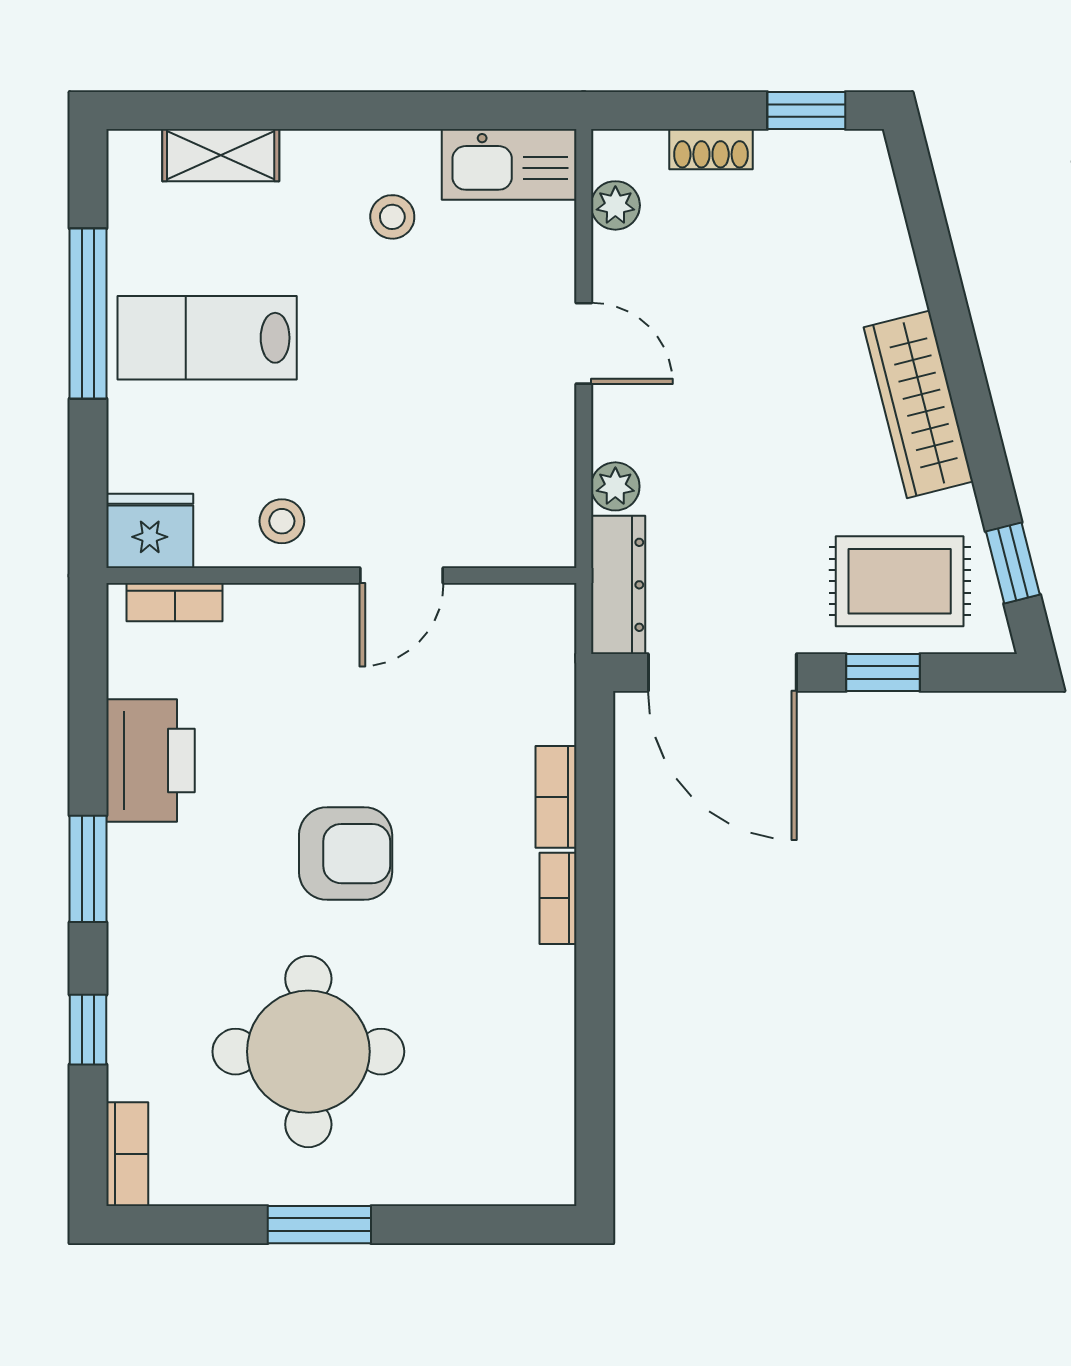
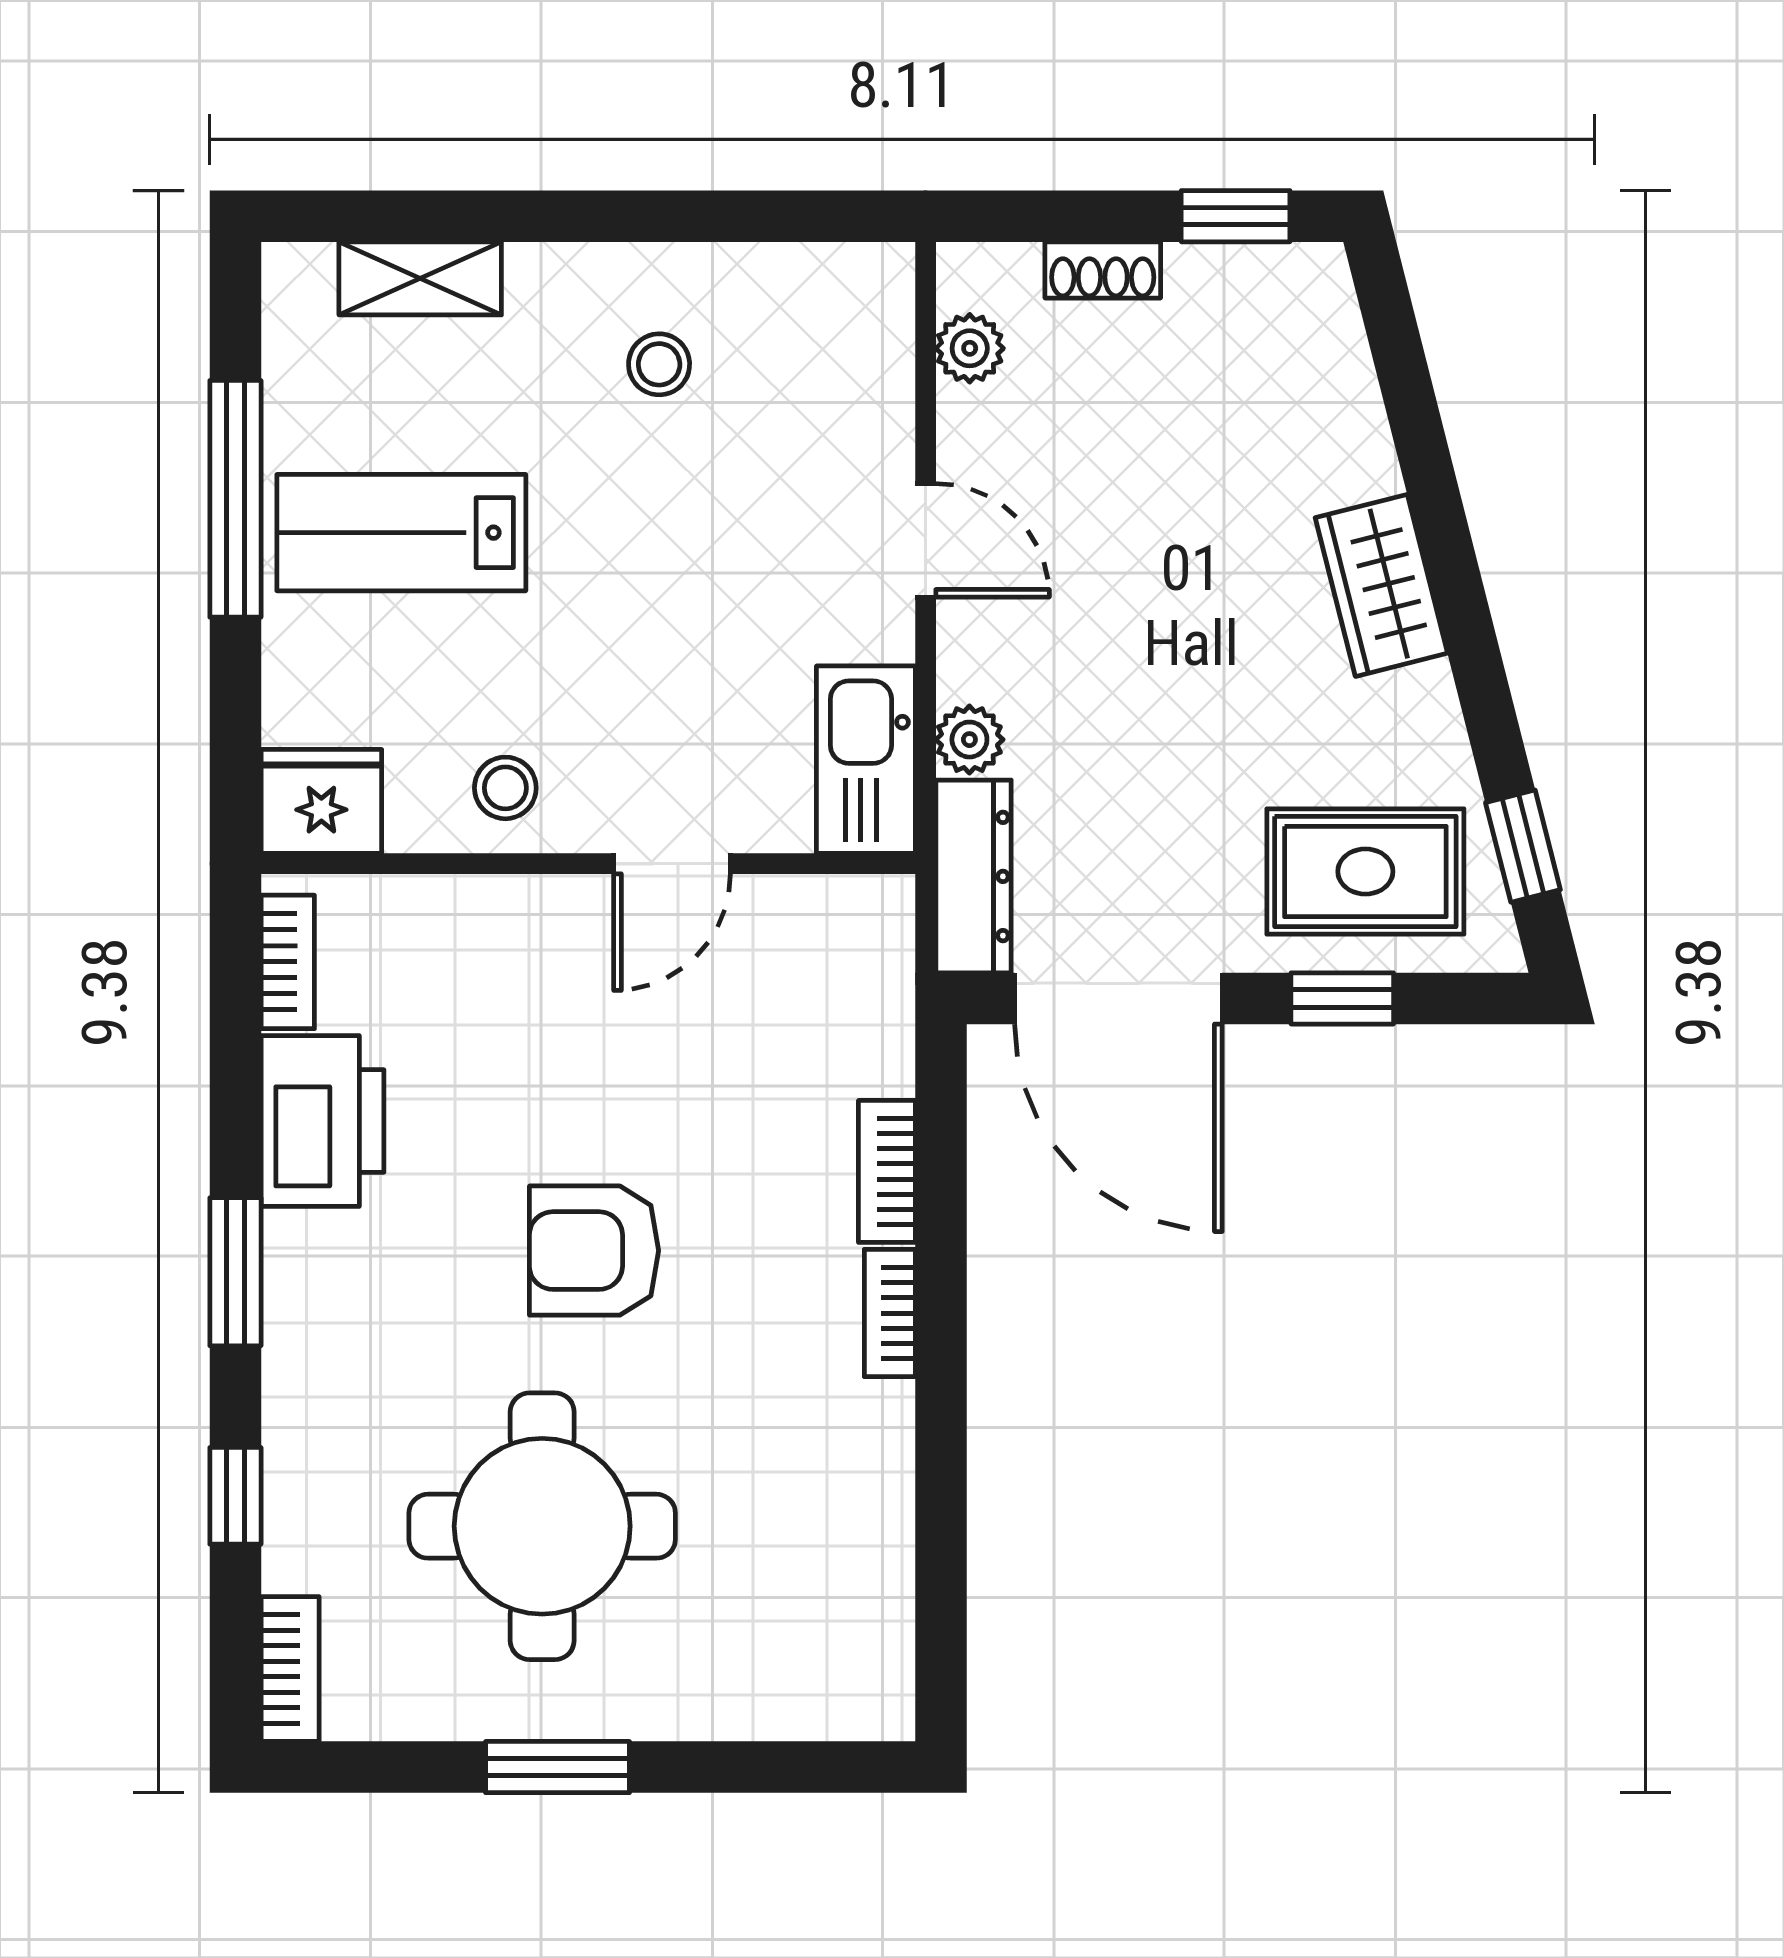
kitchen sink: (509, 164) -> (866, 760), moved, turned 90
wardrobe: (918, 404) -> (1381, 585), width x0.67
bookcase: (175, 602) -> (288, 962), moved, turned -90
armchair: (346, 854) -> (594, 1251), turned 180

